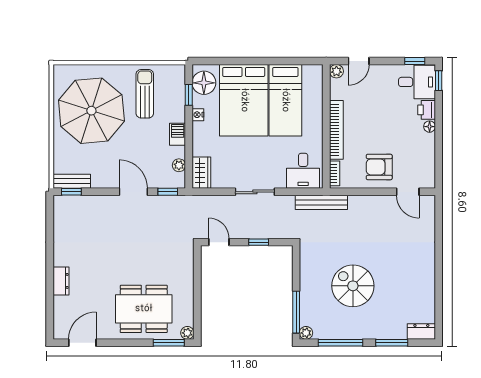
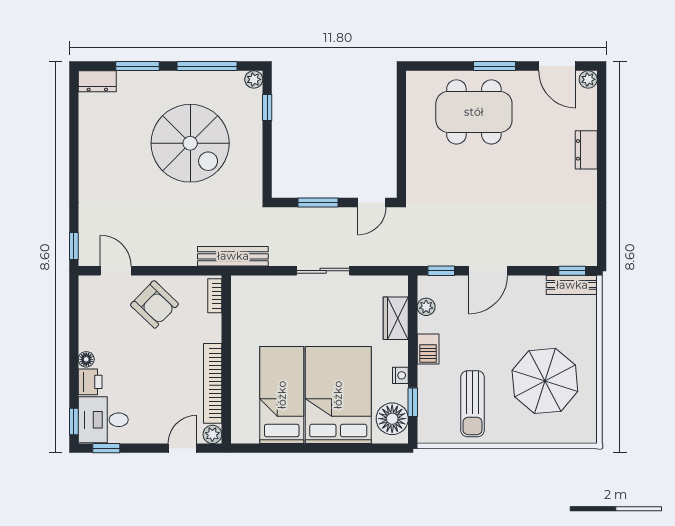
parasol: (91, 111) -> (545, 381), width x0.73, depth x0.73
bookcase: (336, 130) -> (213, 383), moved
armchair: (379, 167) -> (154, 304), turned 44
desk: (303, 171) -> (258, 299), removed
wardrobe: (201, 173) -> (396, 318), moved
door: (133, 192) -> (488, 271), hinge flipped
window: (439, 210) -> (74, 246), added
door: (219, 242) -> (372, 203), hinge flipped
window: (259, 242) -> (318, 203), width x1.50
spiral stairs: (353, 286) -> (190, 143), width x1.37, depth x1.37
window: (296, 312) -> (267, 108), width x0.46
plant: (187, 333) -> (588, 79), moved
door: (82, 343) -> (557, 66), hinge flipped
window: (169, 343) -> (494, 66), moved

